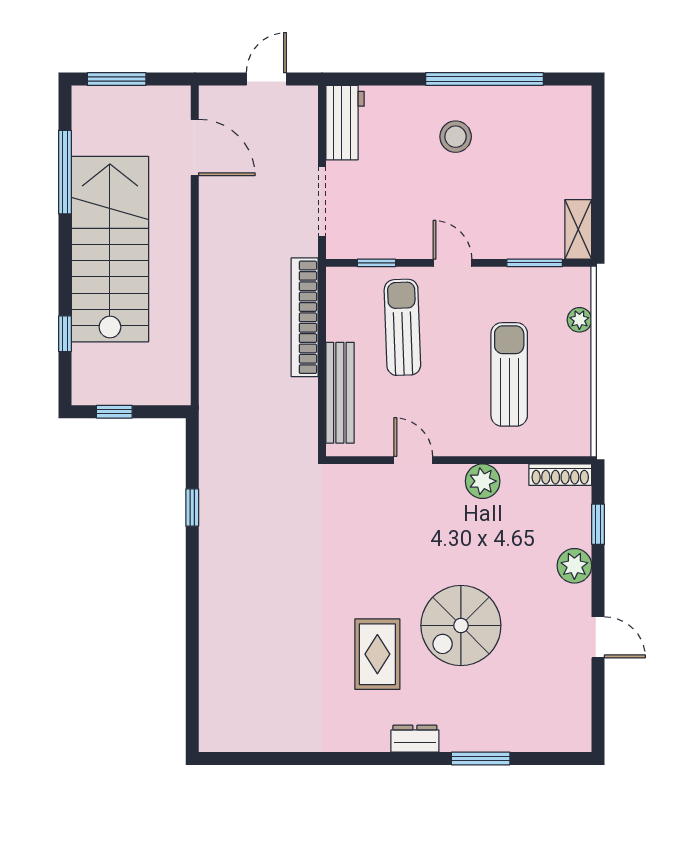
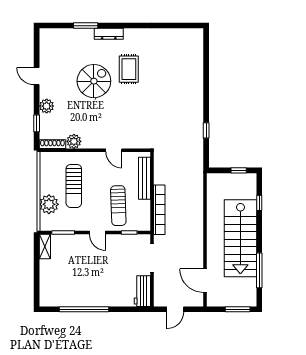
stool: (456, 137) -> (96, 285), removed
plant: (579, 320) -> (49, 204), width x1.88, depth x1.88
plant: (483, 481) -> (74, 141), moved
dresser: (415, 739) -> (109, 34), width x1.44

